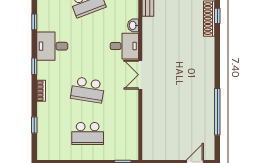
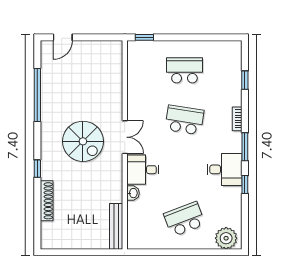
window: (217, 16) -> (37, 169), moved
window: (34, 22) -> (245, 184), moved
window: (34, 66) -> (245, 147), width x1.50
spiral stairs: (177, 71) -> (83, 141), added

